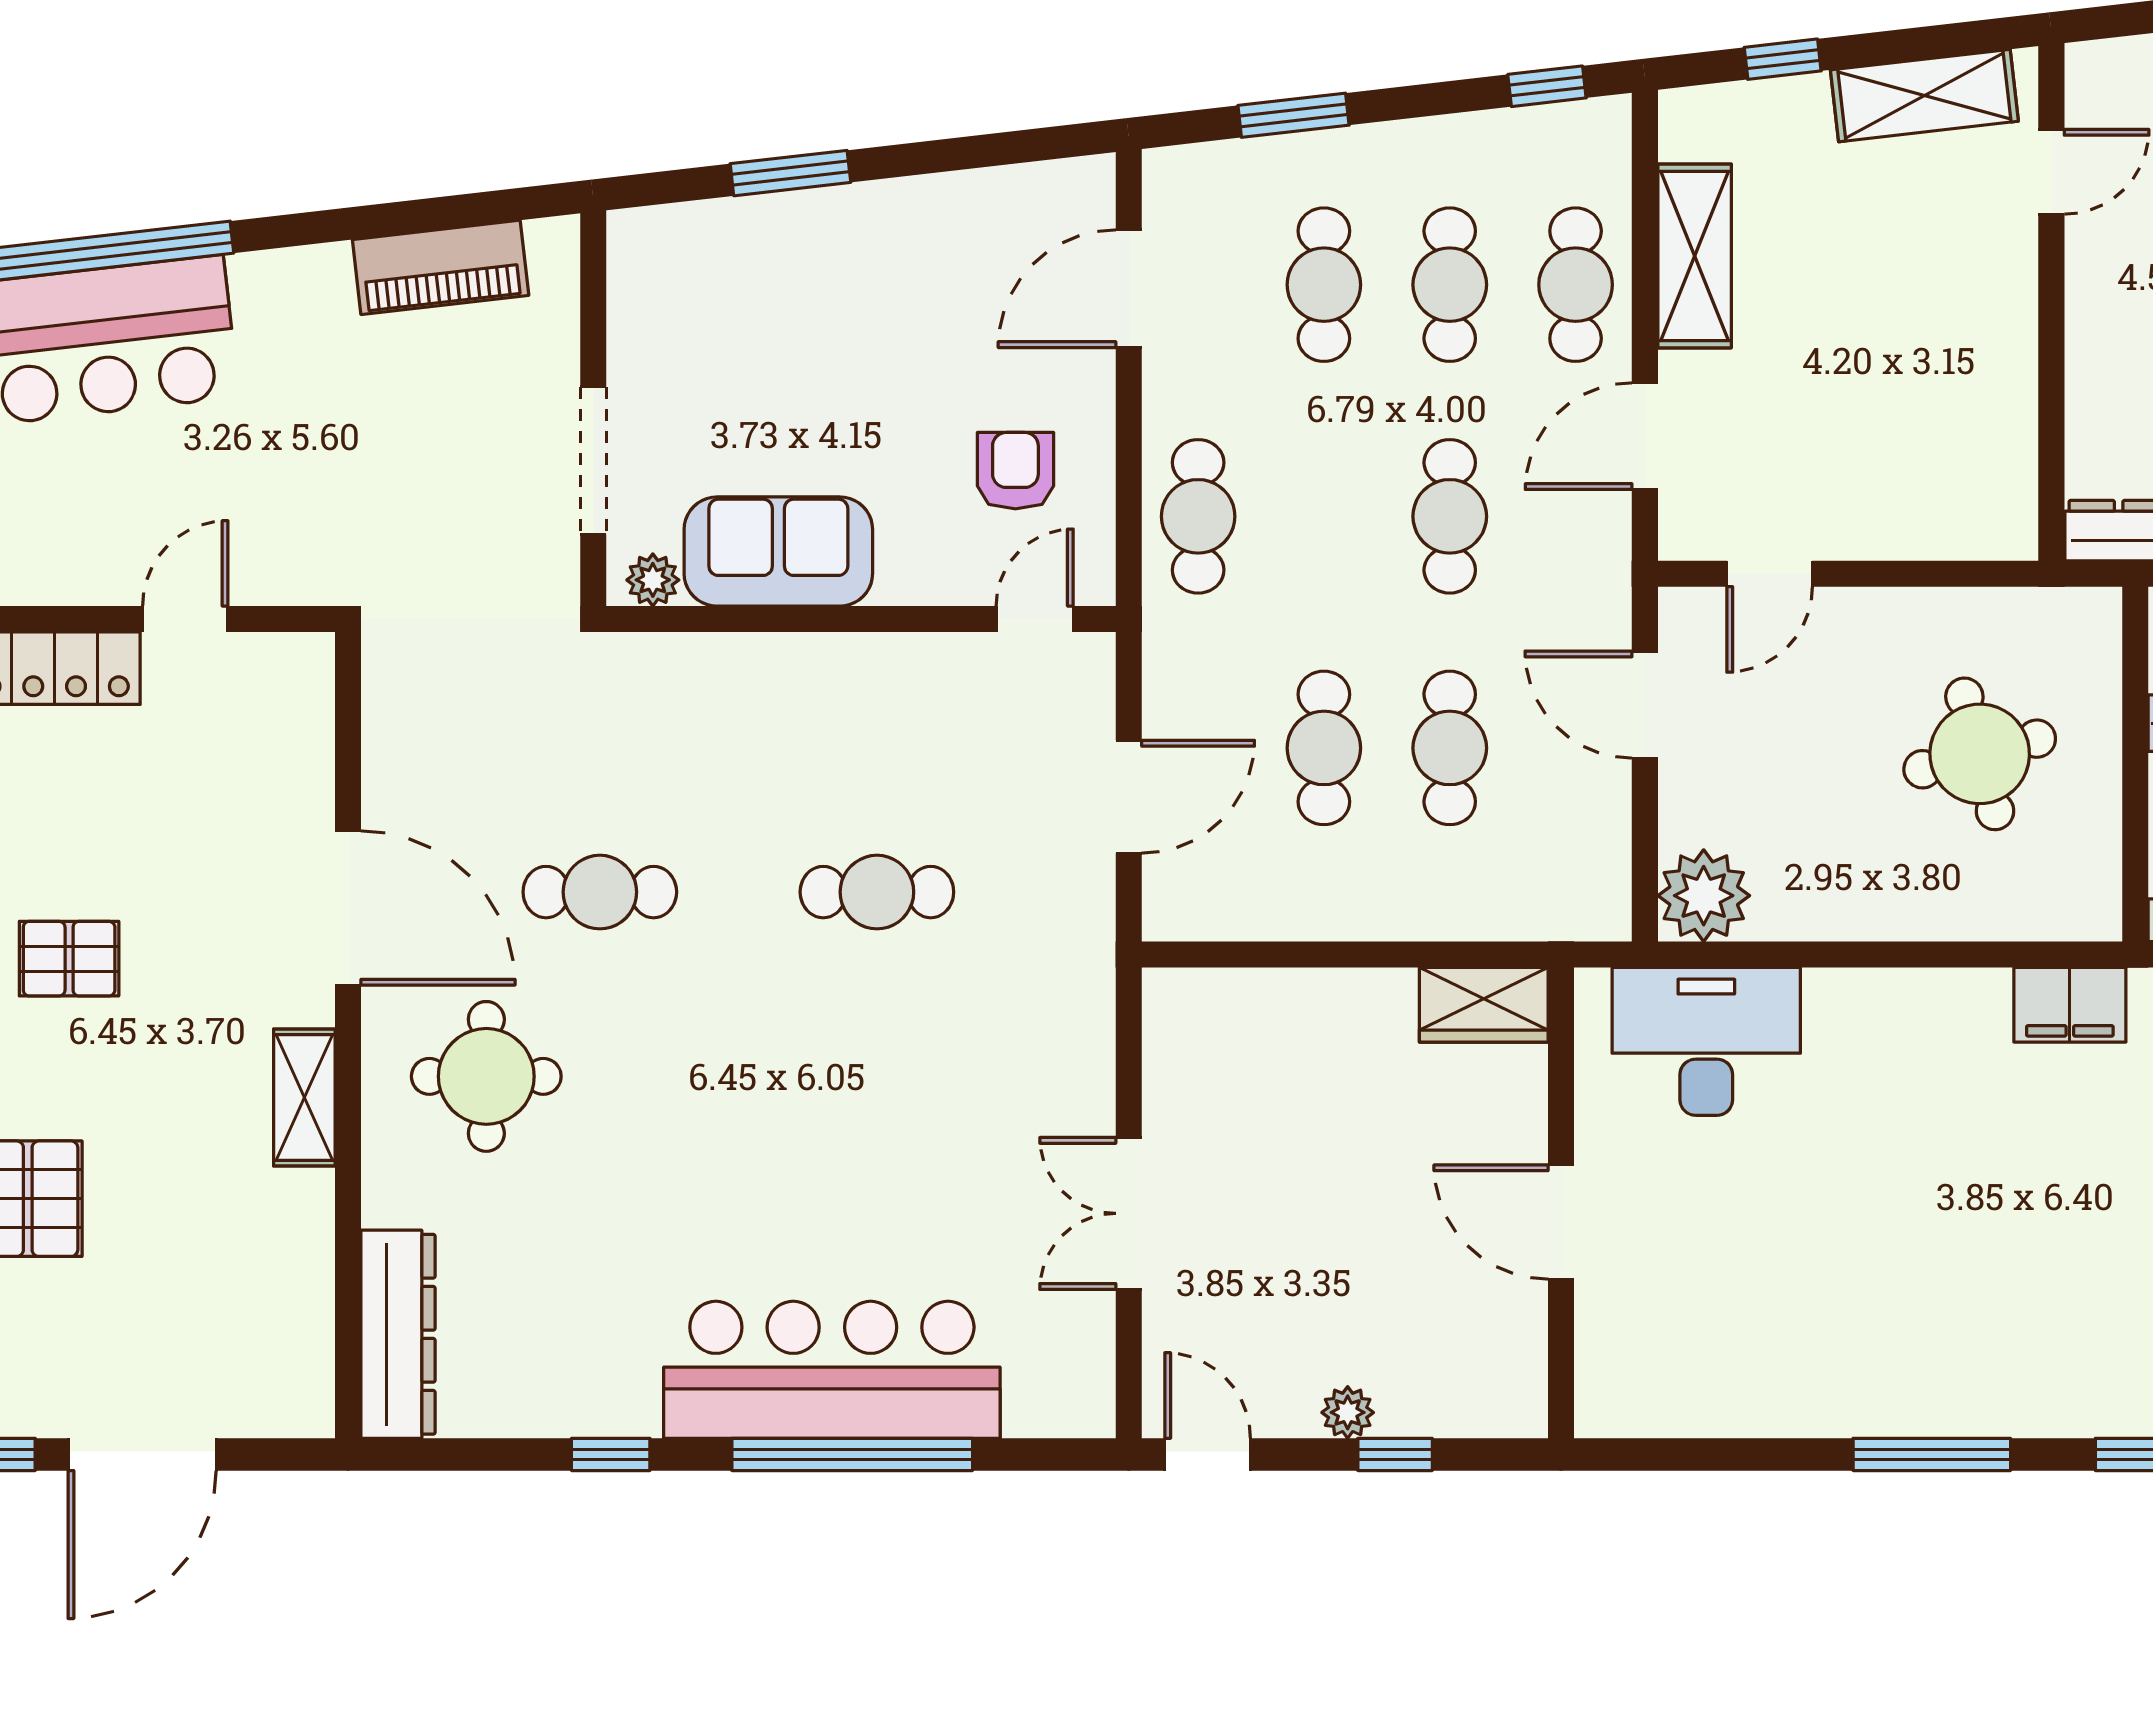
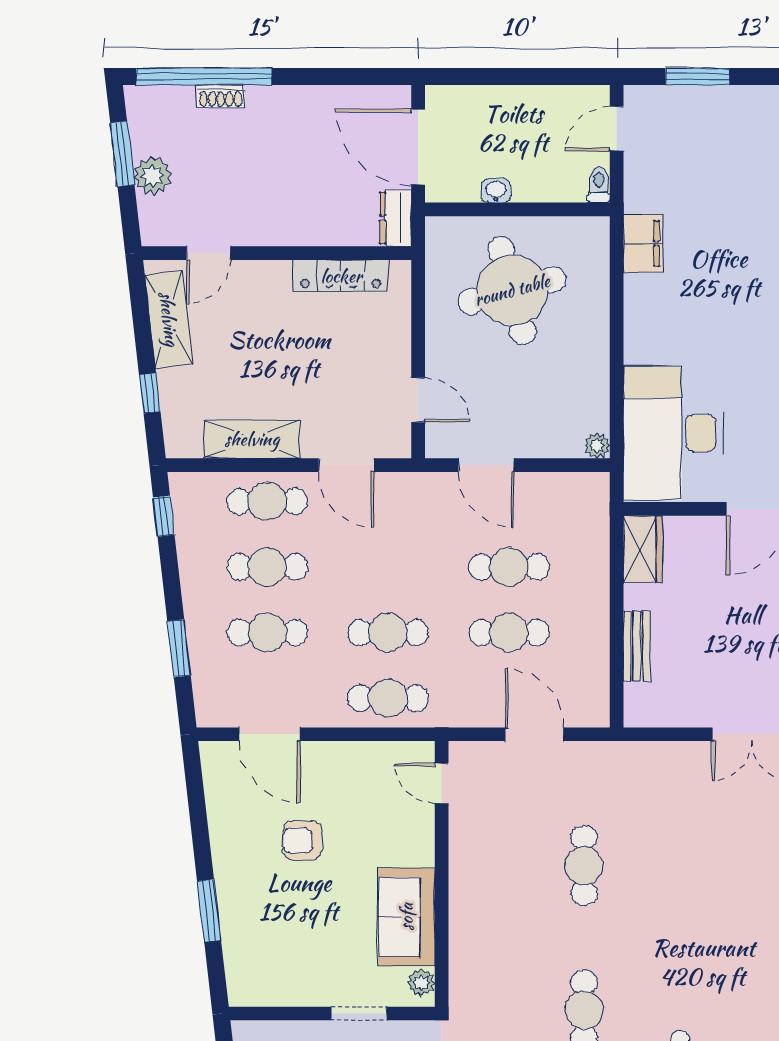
door: (2051, 172) -> (208, 253), swing flipped
locker: (2008, 425) -> (341, 276), added
doorway: (593, 461) -> (359, 1013), width x0.73
armchair: (1015, 471) -> (302, 840), moved
cafe table: (1450, 516) -> (388, 632), moved
door: (1645, 705) -> (486, 465), hinge flipped
round table: (1980, 754) -> (512, 290), width x1.36, depth x1.36
plant: (1704, 896) -> (597, 446), width x0.53, depth x0.53
bench: (1298, 993) -> (637, 646), added
desk: (1706, 1041) -> (673, 433), width x1.36, depth x1.30

